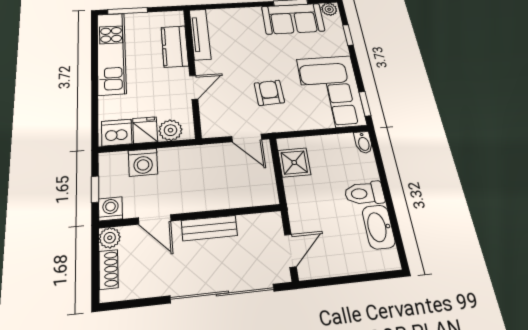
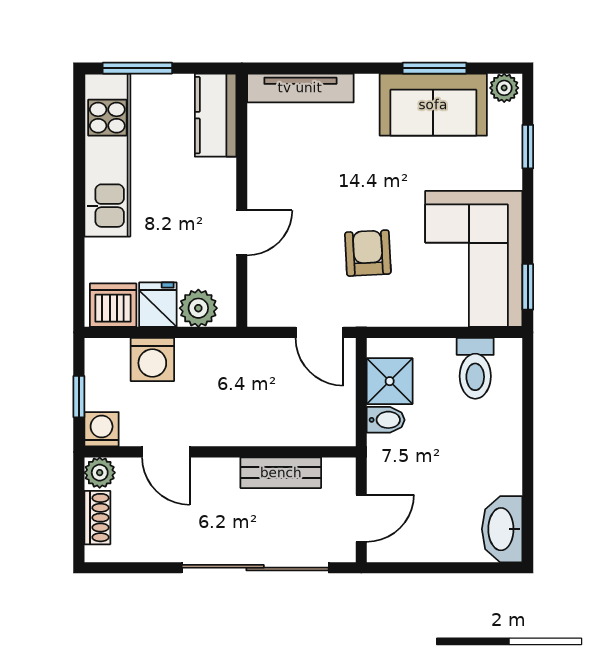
tv unit: (200, 34) -> (300, 88), moved, turned 90
kitchen counter: (175, 46) -> (216, 115), moved
bidet: (363, 142) -> (386, 420), moved, turned -90
toilet: (364, 193) -> (475, 368), moved, turned -90
washbasin: (379, 227) -> (502, 529), moved
bench: (209, 228) -> (281, 473), moved

